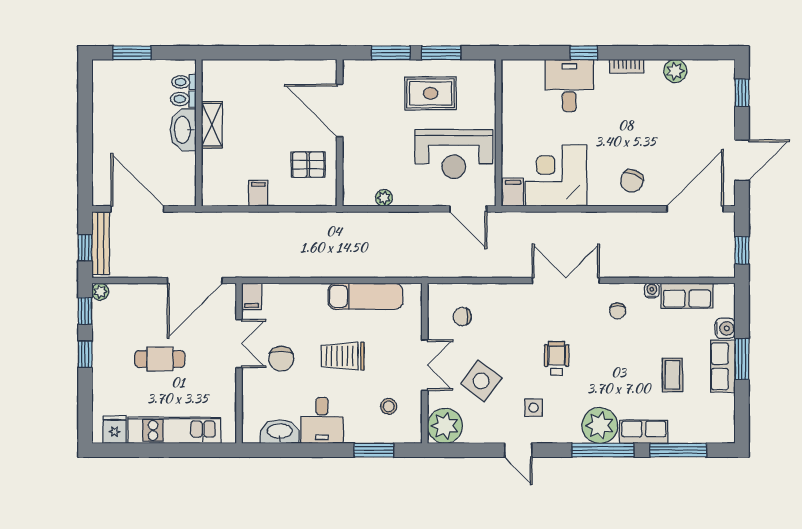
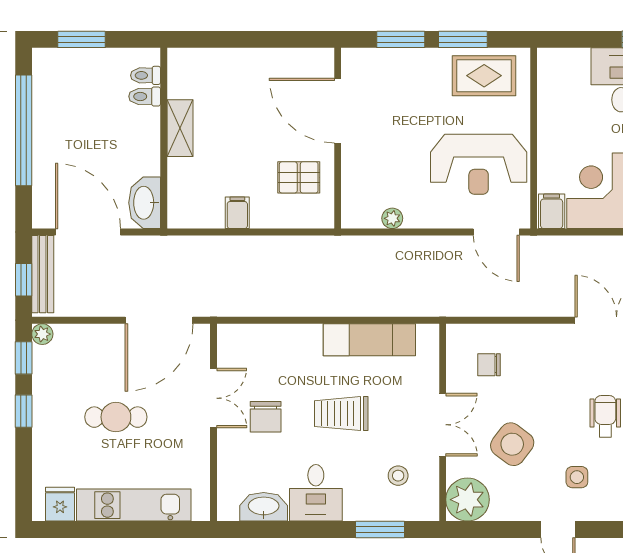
rug: (431, 93) -> (484, 76), moved
window: (85, 127) -> (24, 130), added
washbasin: (183, 130) -> (145, 203), moved
filing cabinet: (252, 296) -> (229, 340), removed

